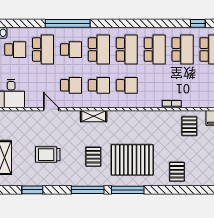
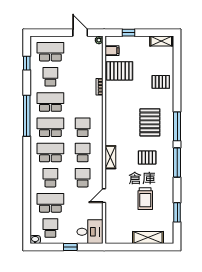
window: (68, 23) -> (27, 116), moved
school desk: (183, 50) -> (50, 77), width x0.54
pallet: (189, 126) -> (120, 71), width x1.50, depth x1.42
pallet: (132, 160) -> (150, 122), width x0.73, depth x0.71

